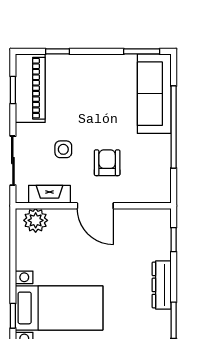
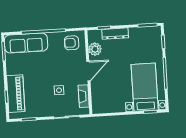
piano: (30, 88) -> (16, 94), moved, turned 90
armchair: (107, 163) -> (72, 43), moved
plant: (36, 220) -> (95, 49), moved
dresser: (162, 285) -> (115, 34), moved

